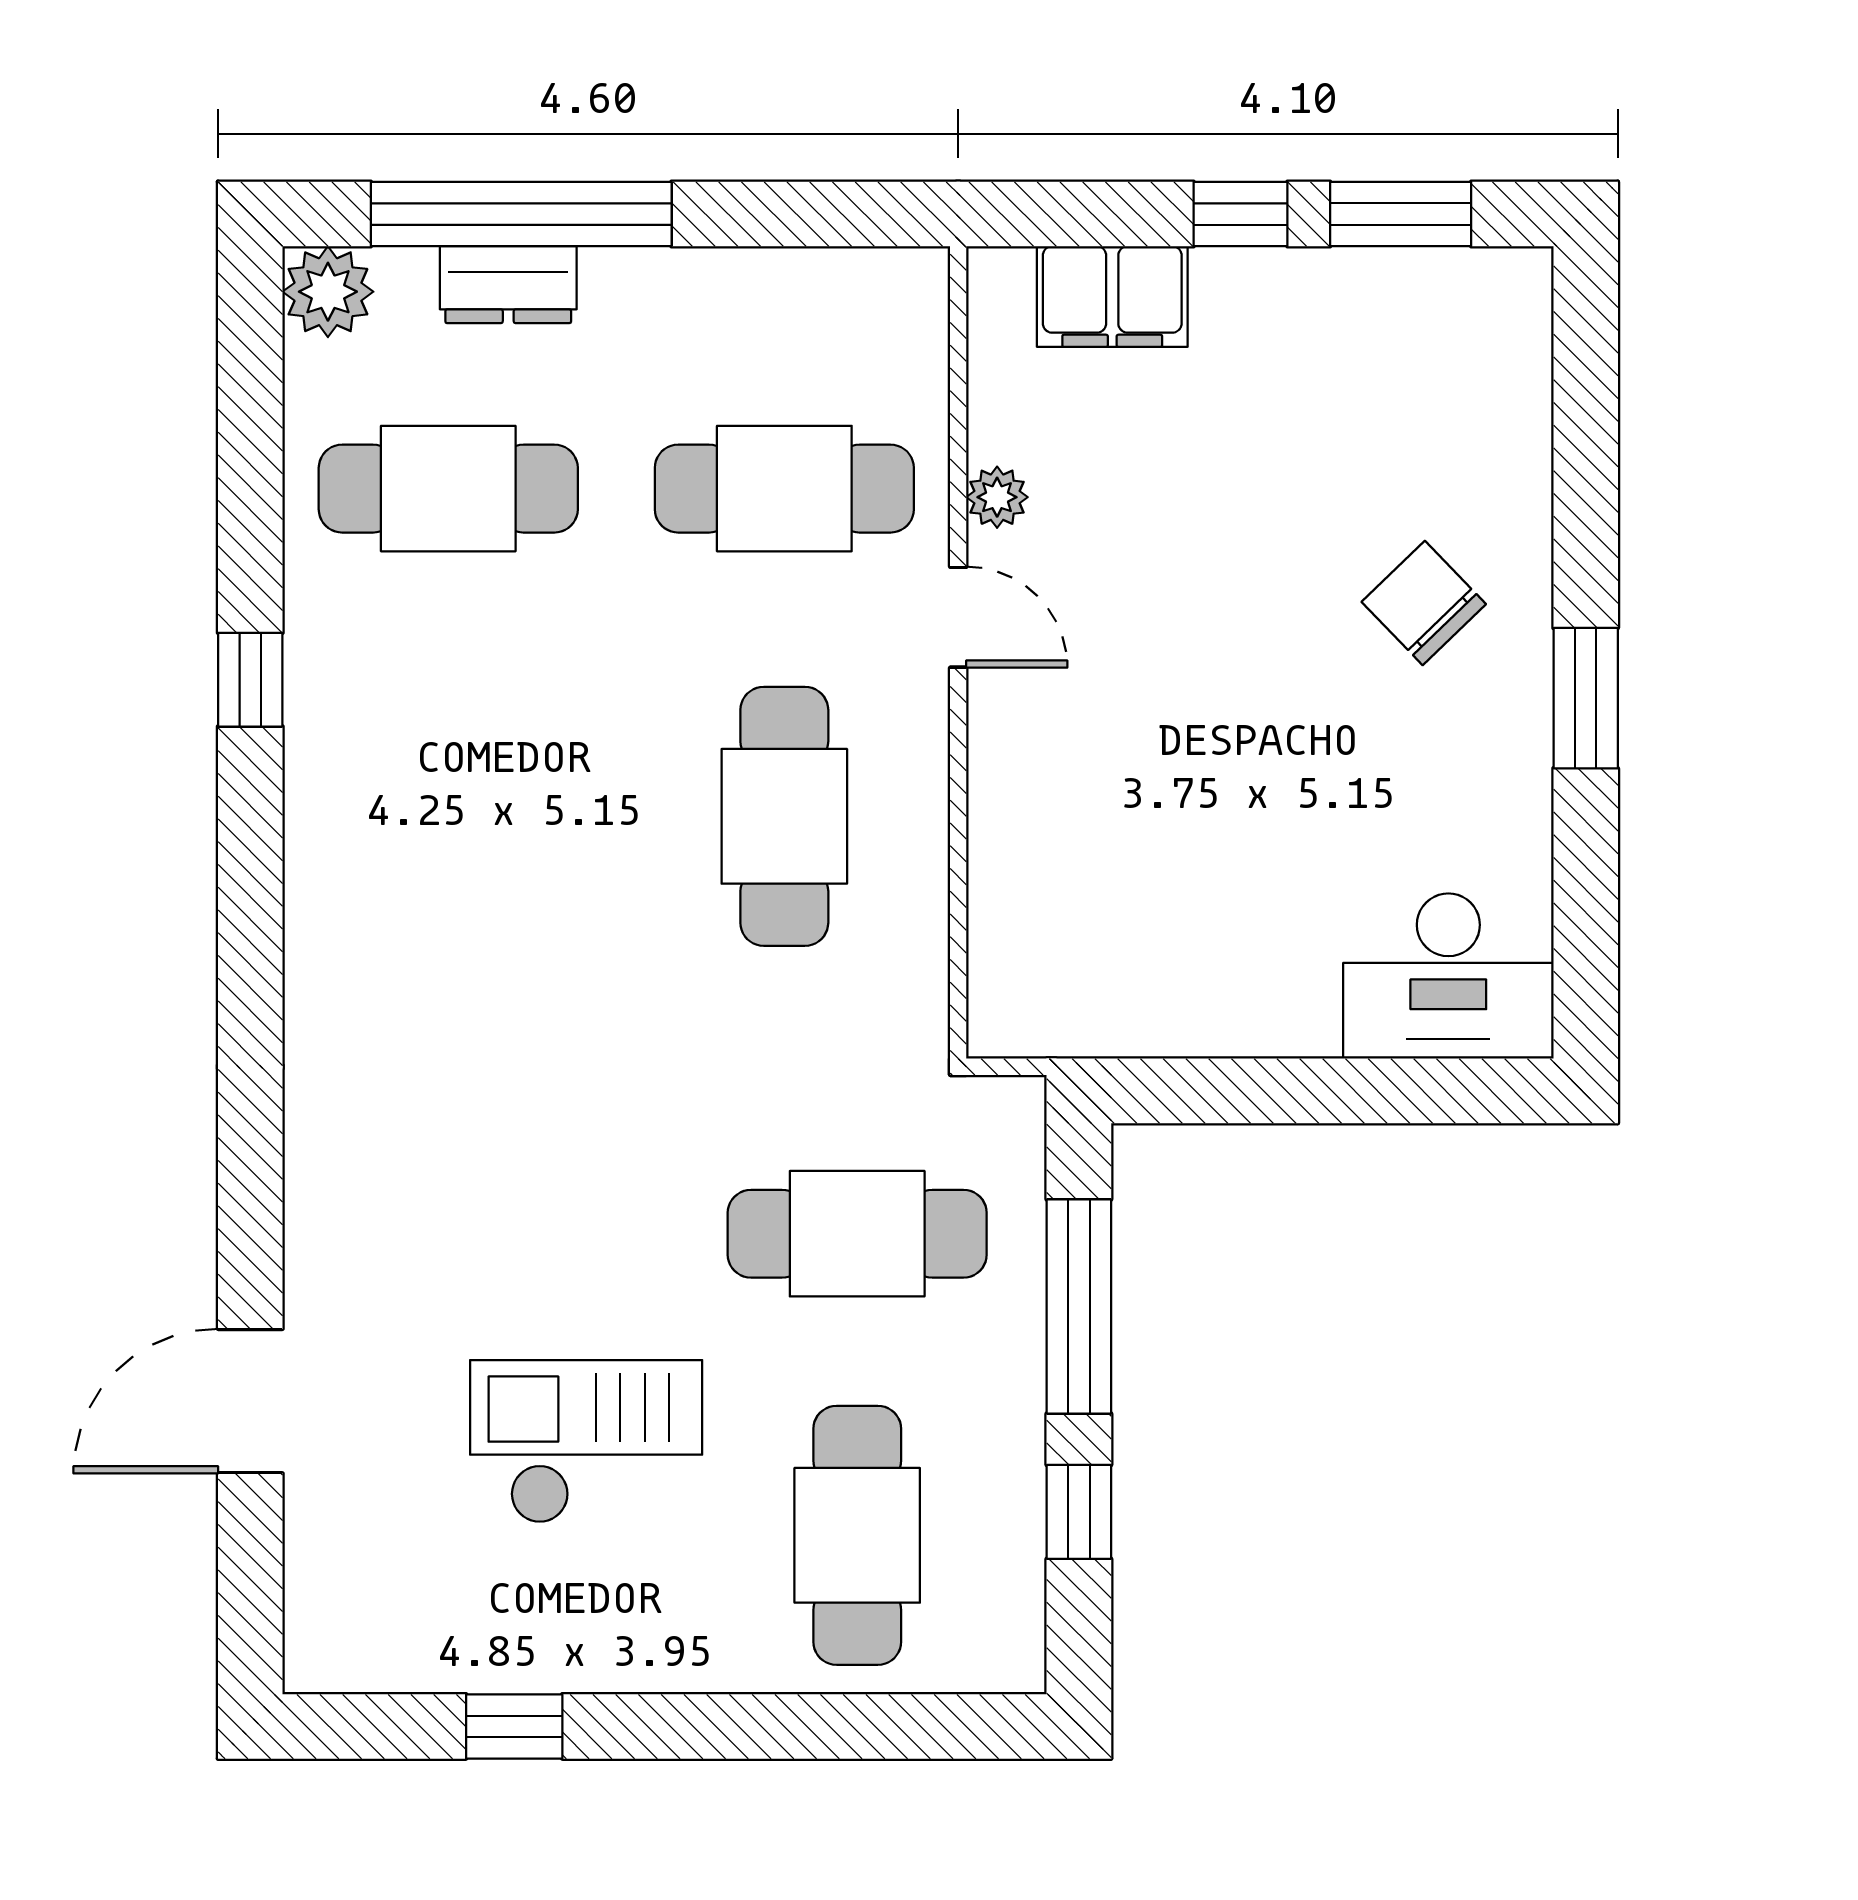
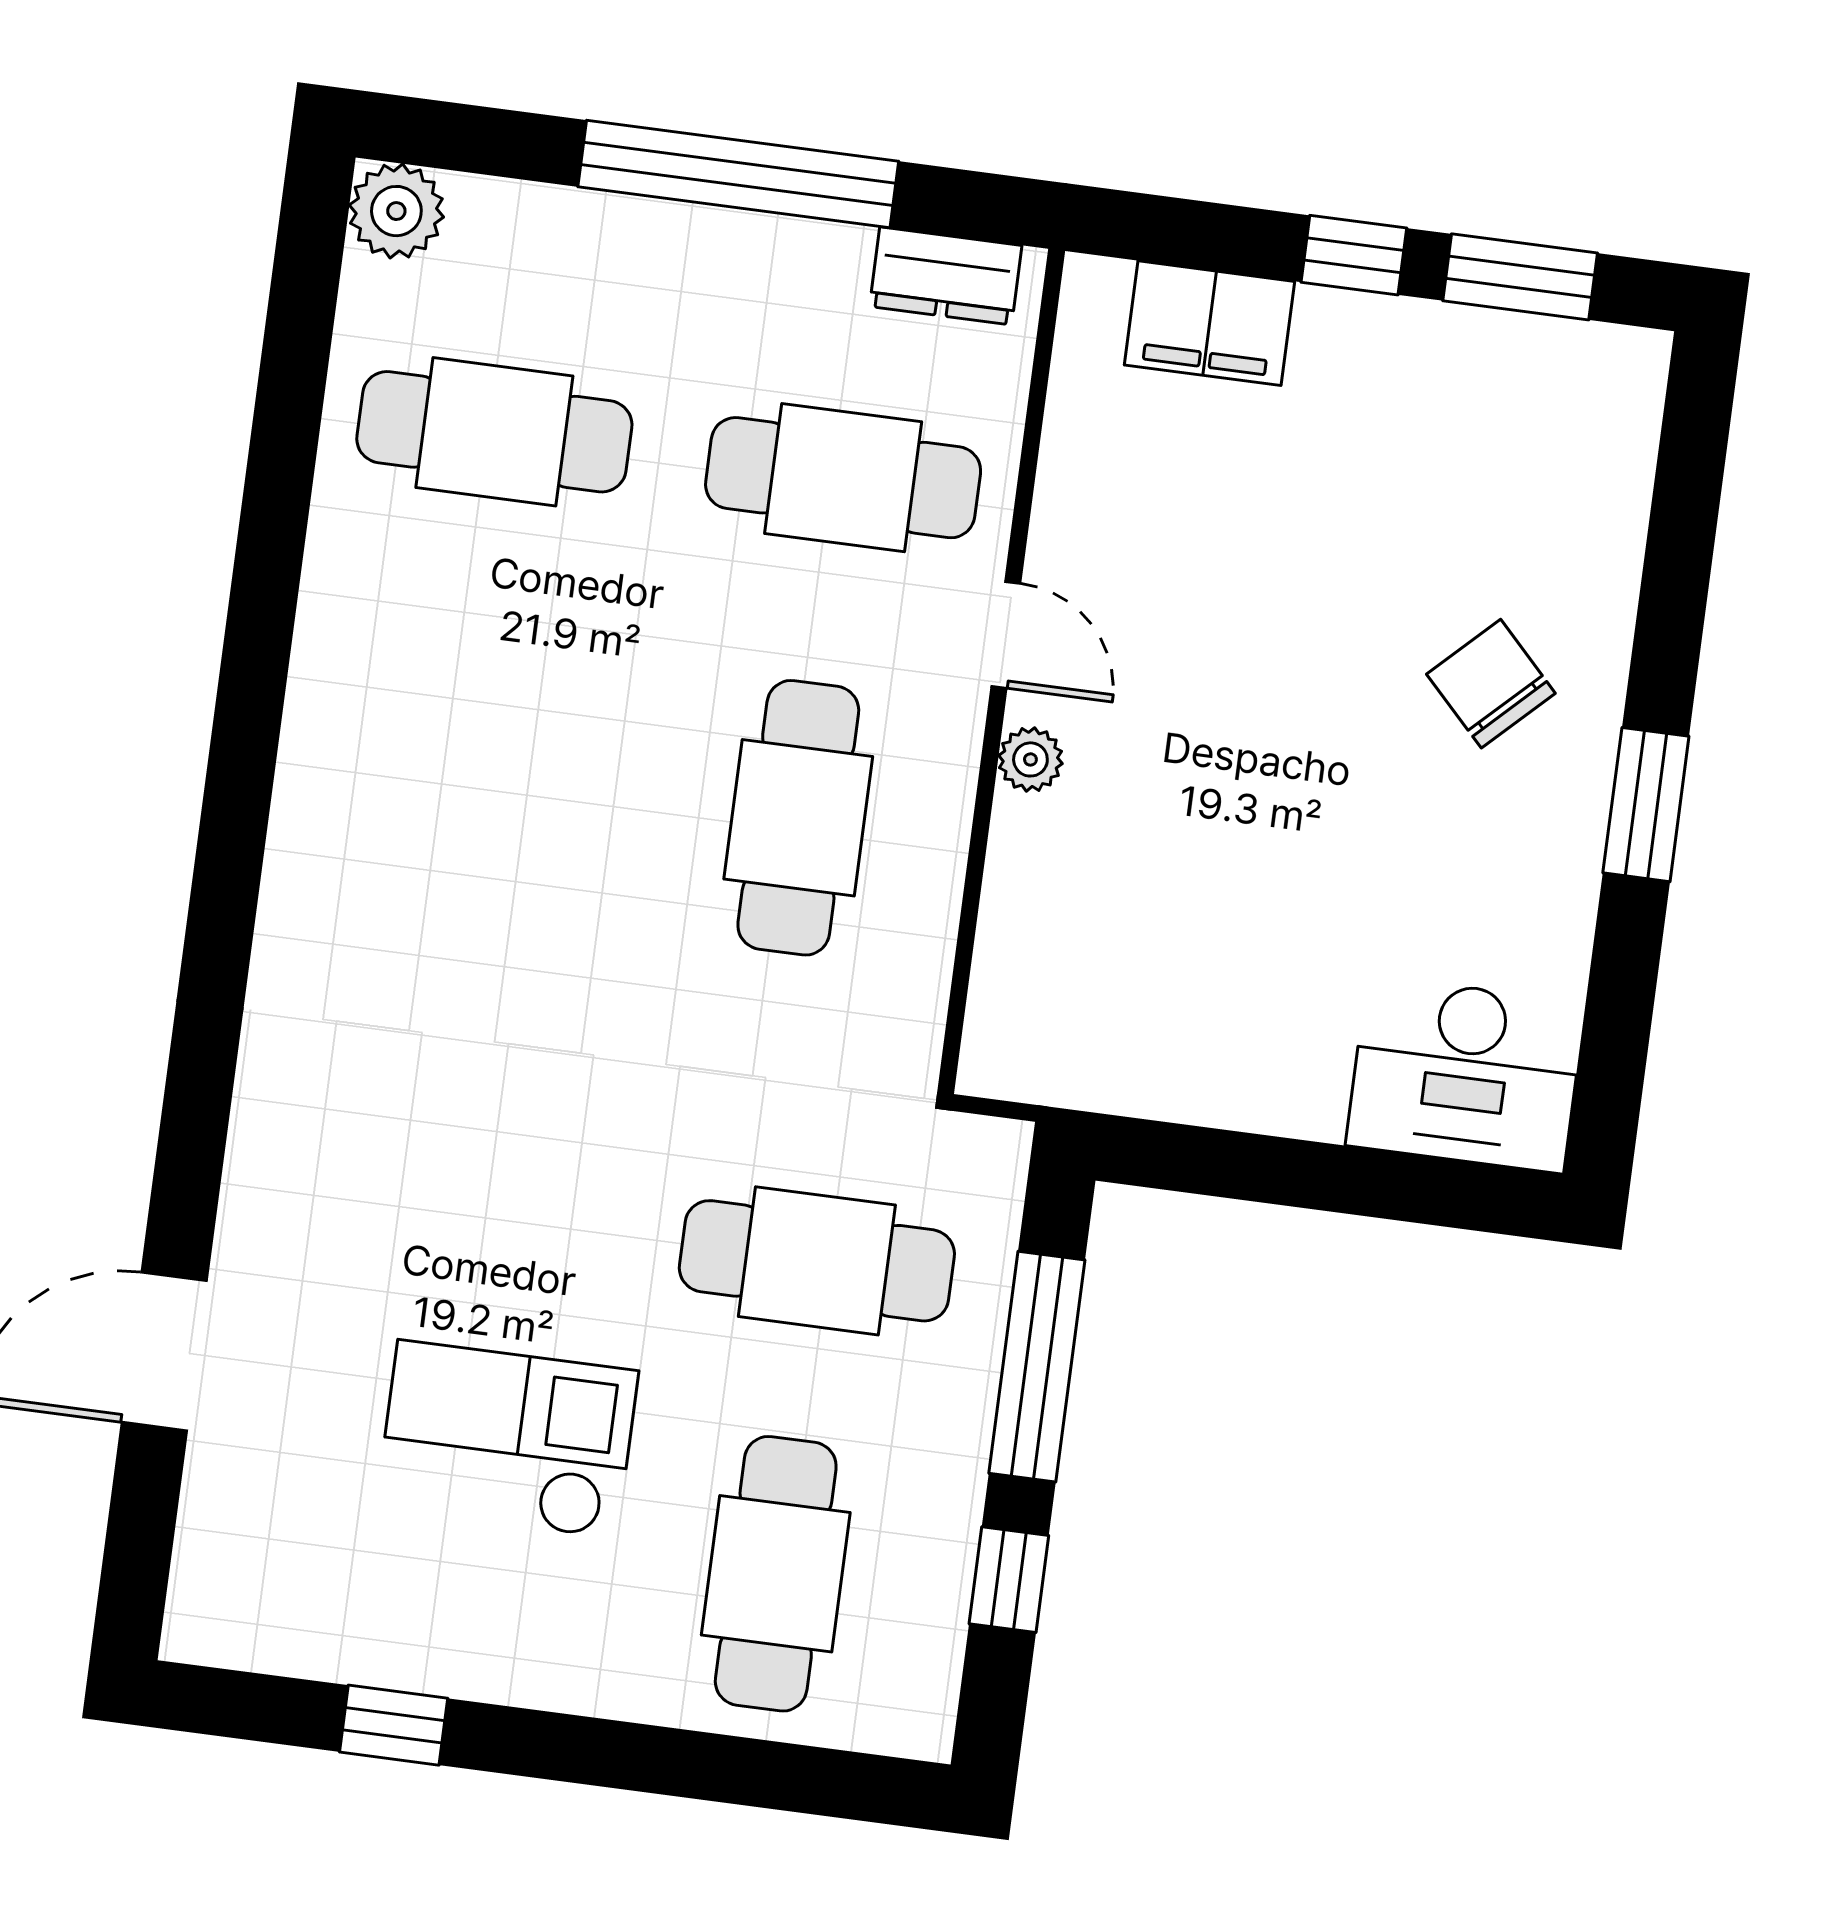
window: (521, 214) -> (738, 174), moved
dresser: (508, 285) -> (946, 276), moved
plant: (997, 497) -> (1030, 759), moved
window: (250, 680) -> (263, 603), removed

